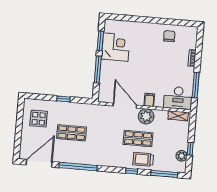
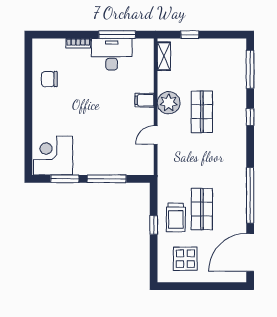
corner desk: (116, 47) -> (53, 156), moved
desk: (178, 98) -> (112, 54), moved, turned -90
door: (125, 106) -> (156, 135), width x0.53
window: (190, 149) -> (190, 35), moved
plant: (182, 156) -> (222, 46), removed
trolley: (143, 159) -> (176, 217), moved
door: (39, 163) -> (250, 252), hinge flipped

